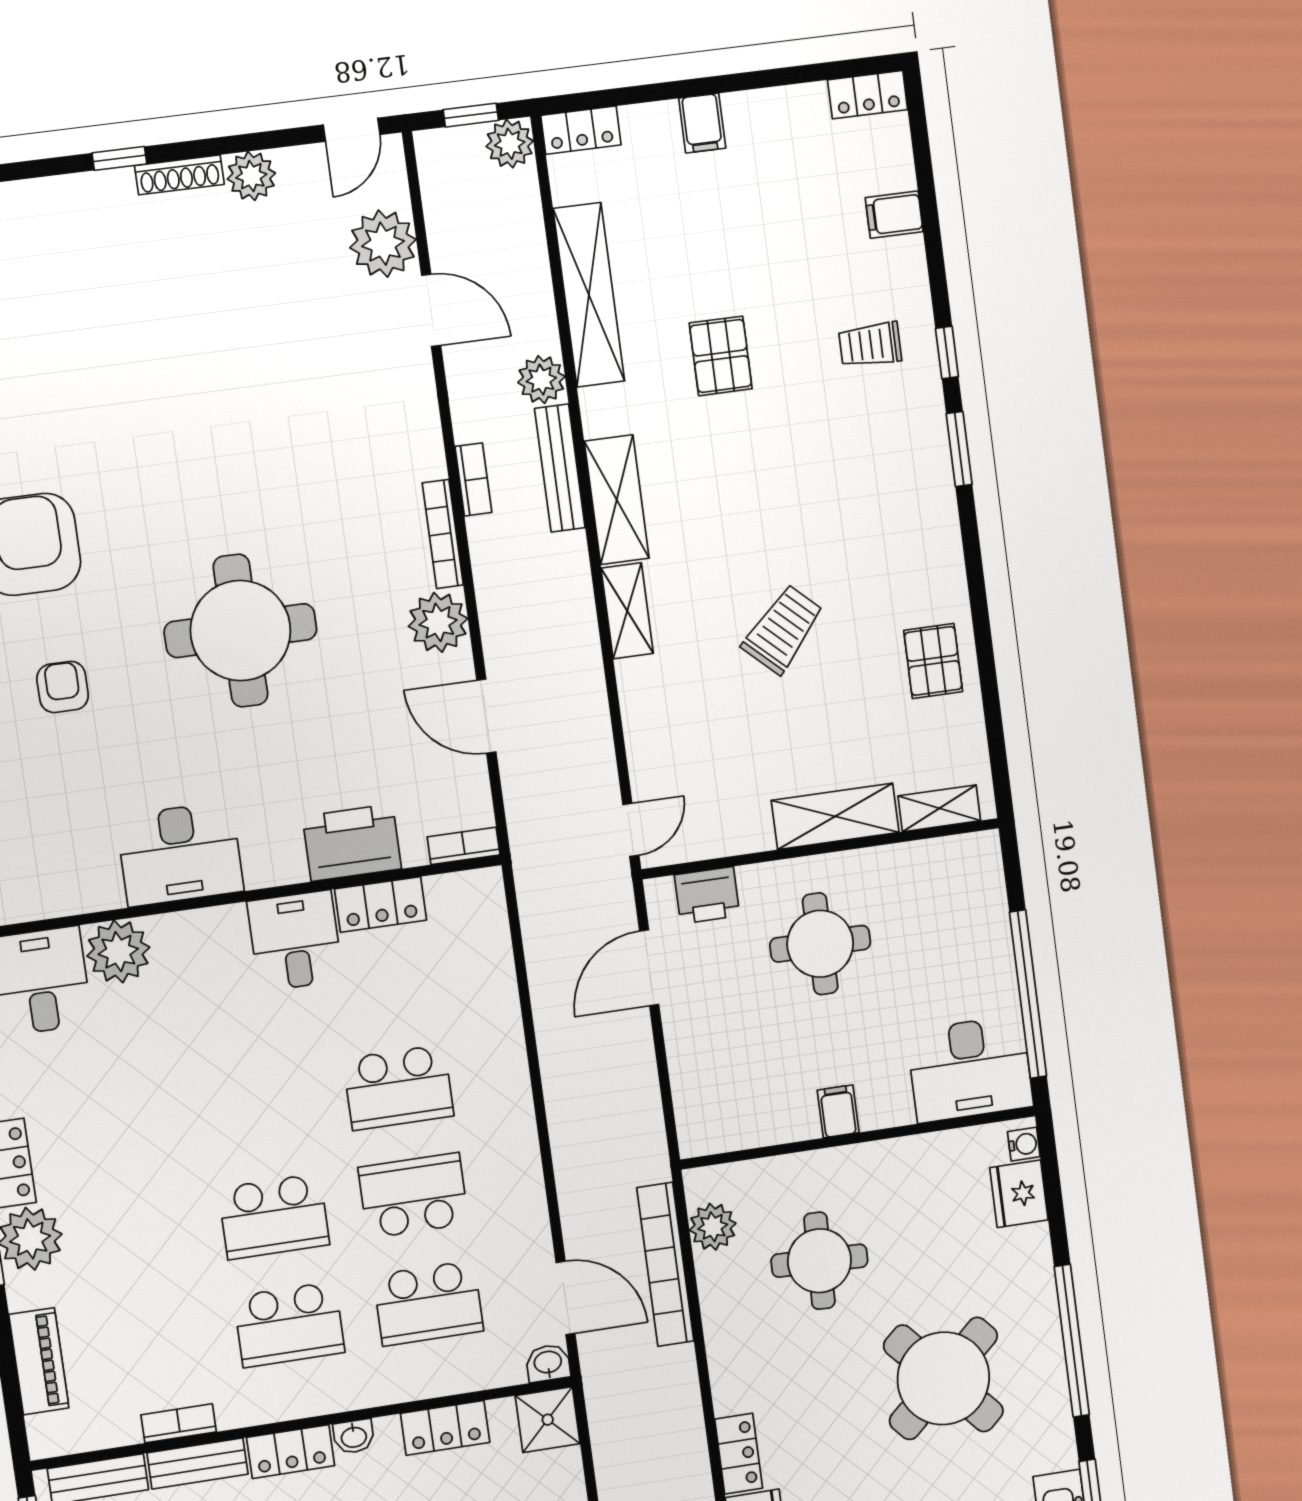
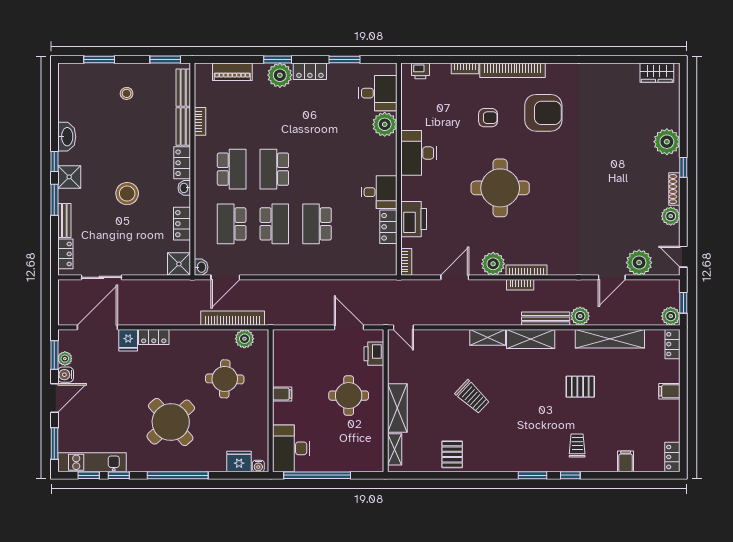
plant: (58, 210) -> (667, 142), added
bookcase: (473, 479) -> (520, 285), moved
pallet: (933, 661) -> (452, 454), turned 90
school desk: (289, 1325) -> (232, 169), turned 180

